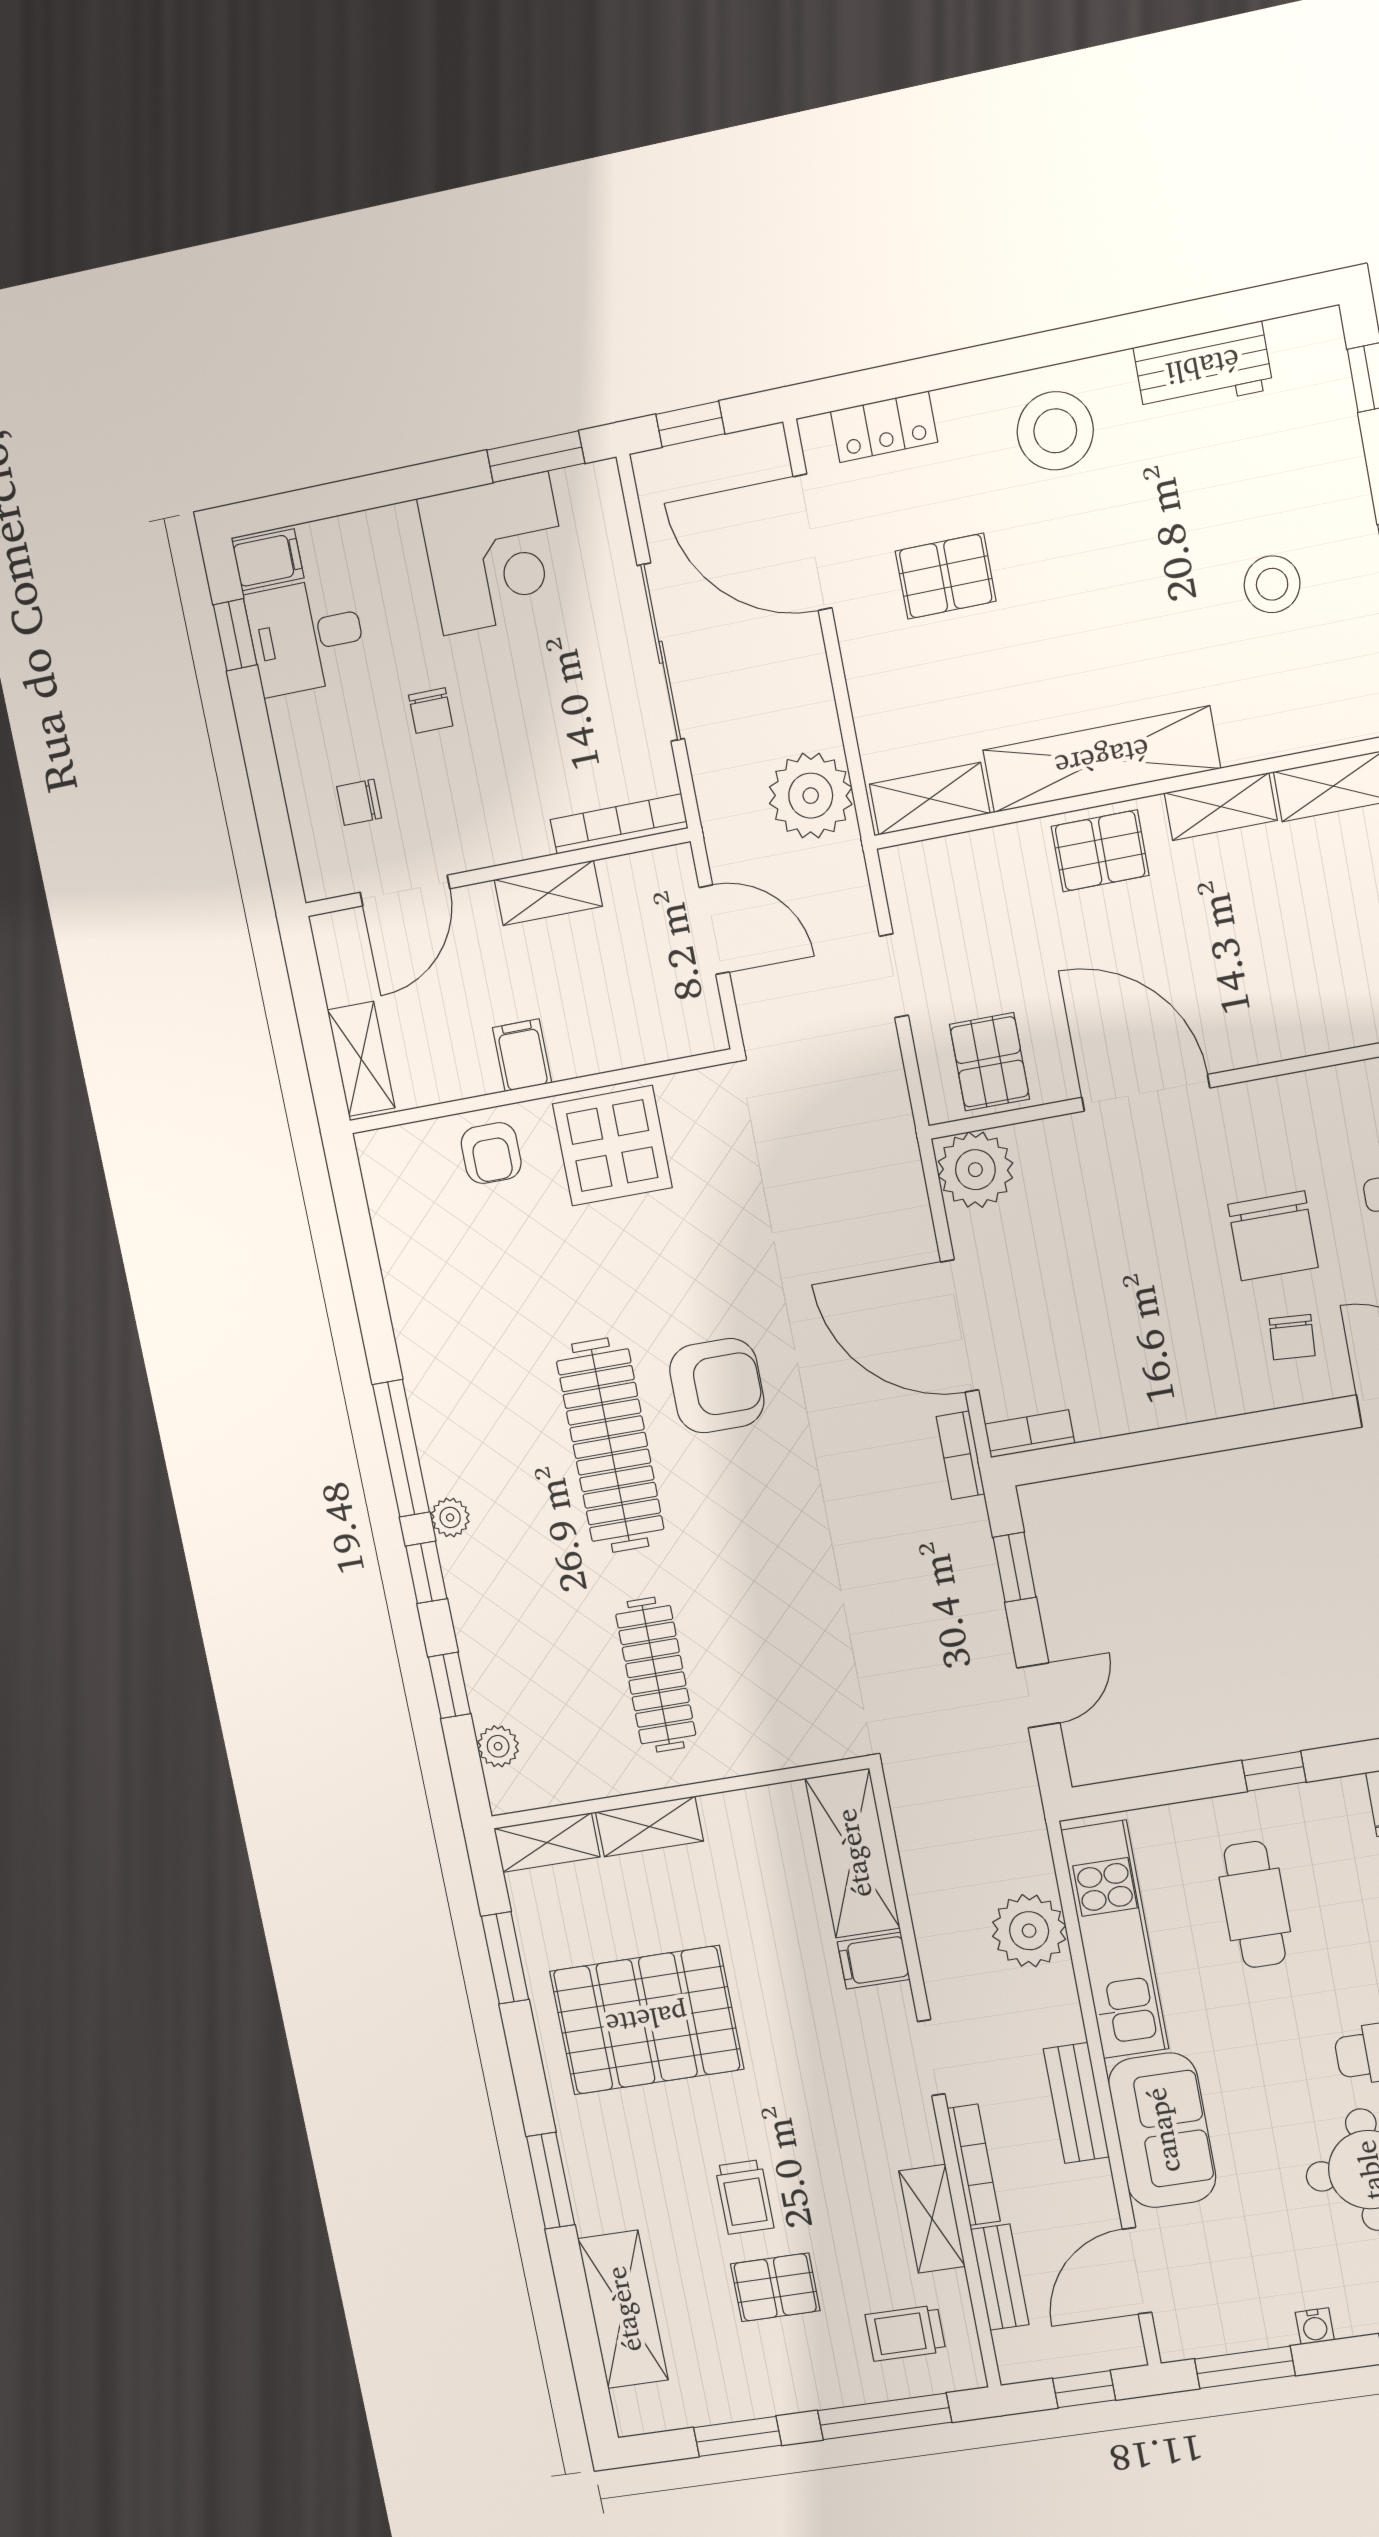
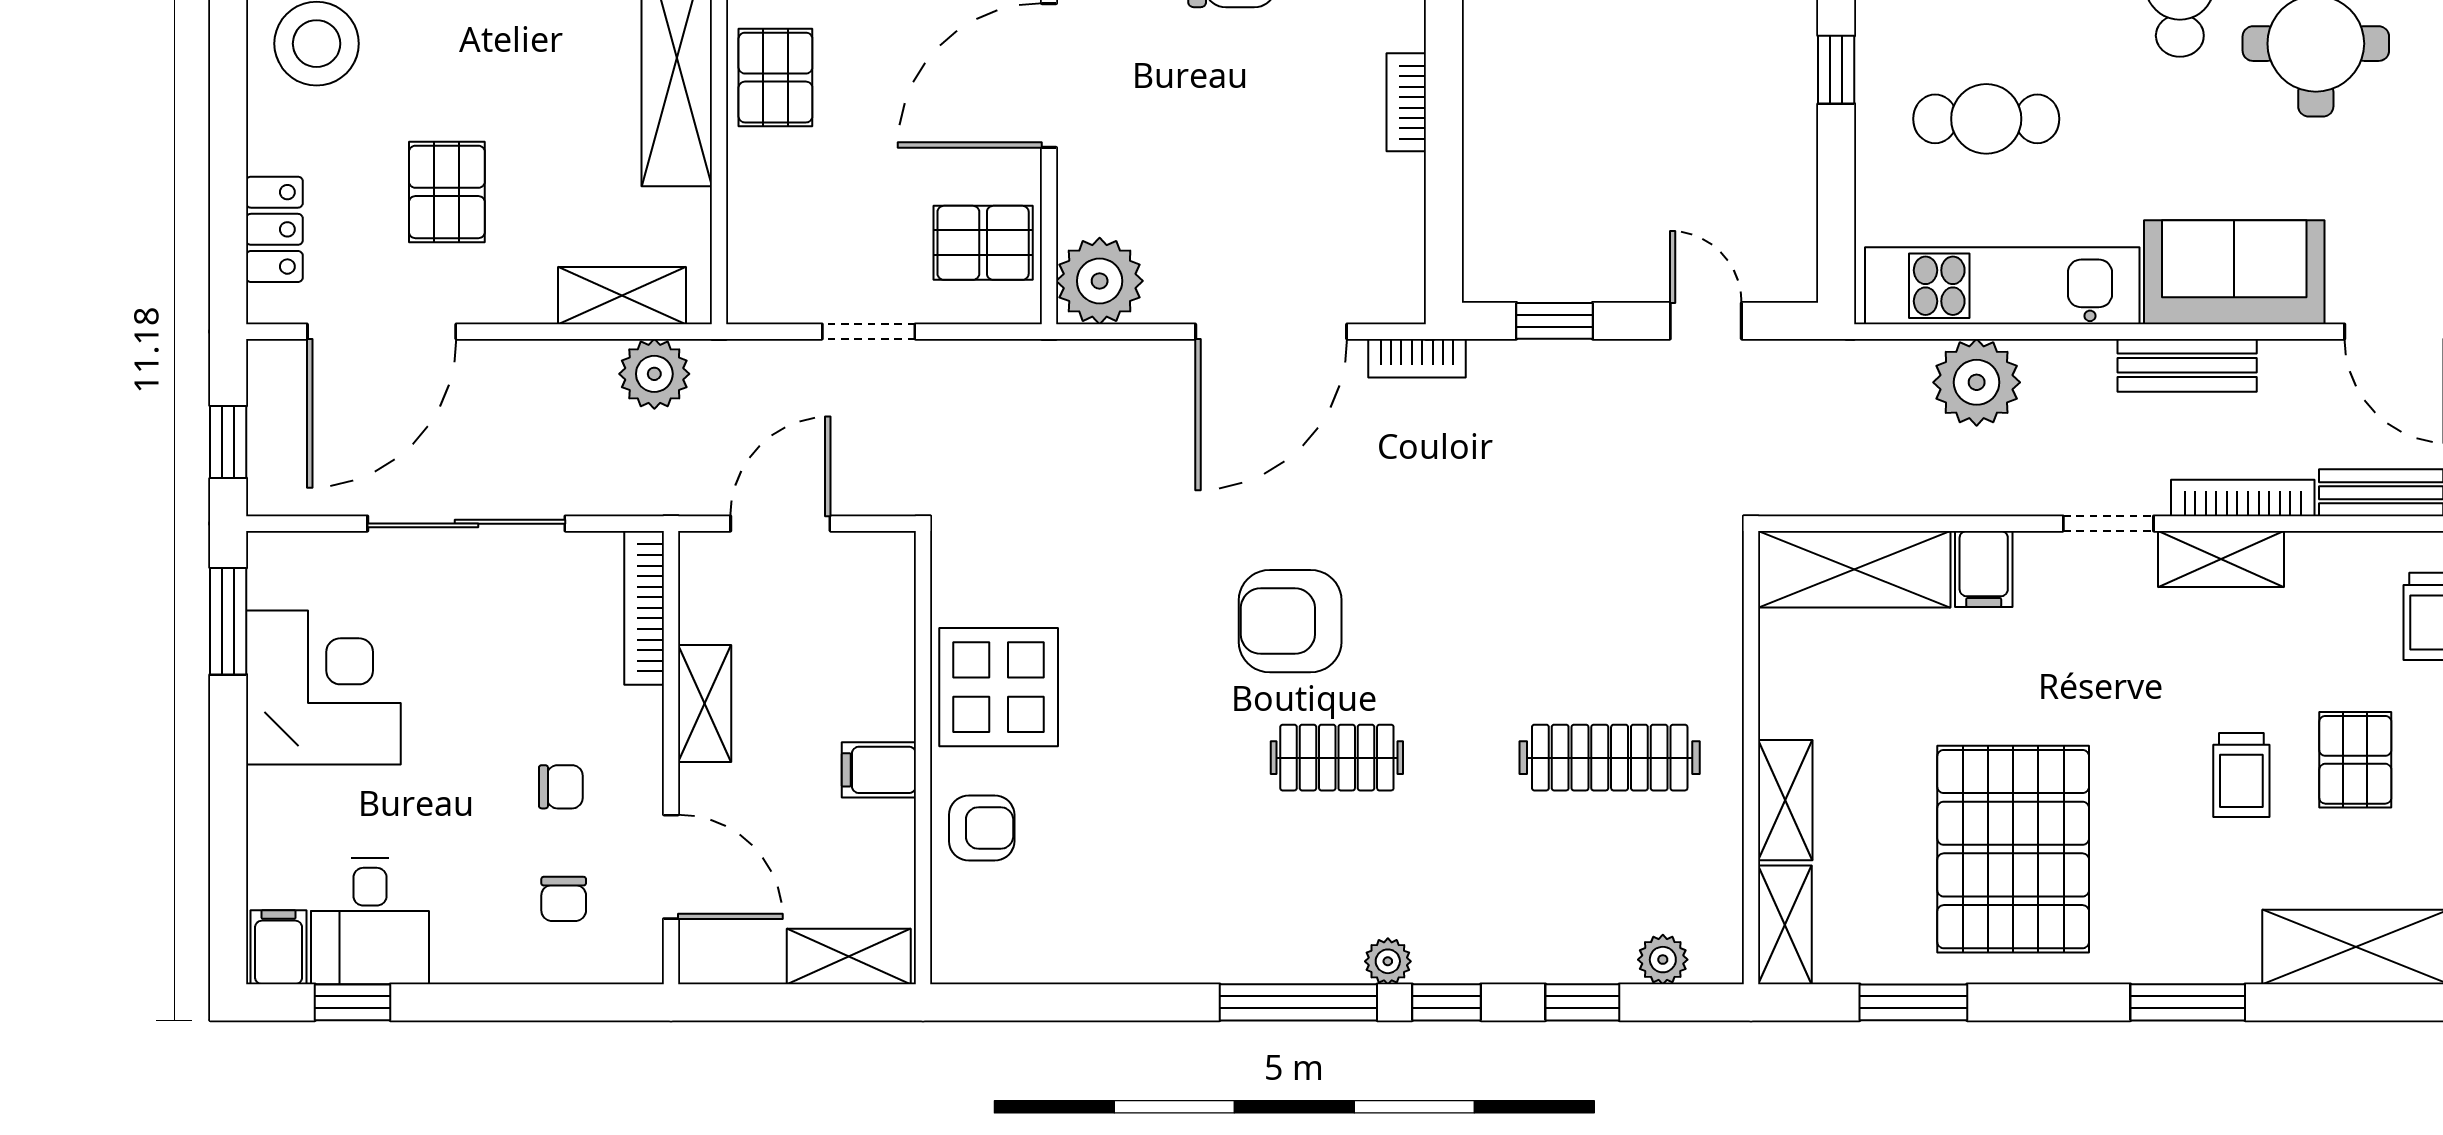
chair: (431, 711) -> (561, 787), moved
plant: (811, 796) -> (654, 374), width x0.73, depth x0.73
shelving: (930, 799) -> (622, 296), moved, turned 90
armchair: (717, 1386) -> (1290, 621), turned -90
bookcase: (1030, 1434) -> (1406, 102), moved
clothes rail: (610, 1445) -> (1337, 758), width x0.54, depth x0.76
trolley: (745, 2197) -> (2241, 775), turned 90
shelving: (932, 2219) -> (2221, 559), moved

